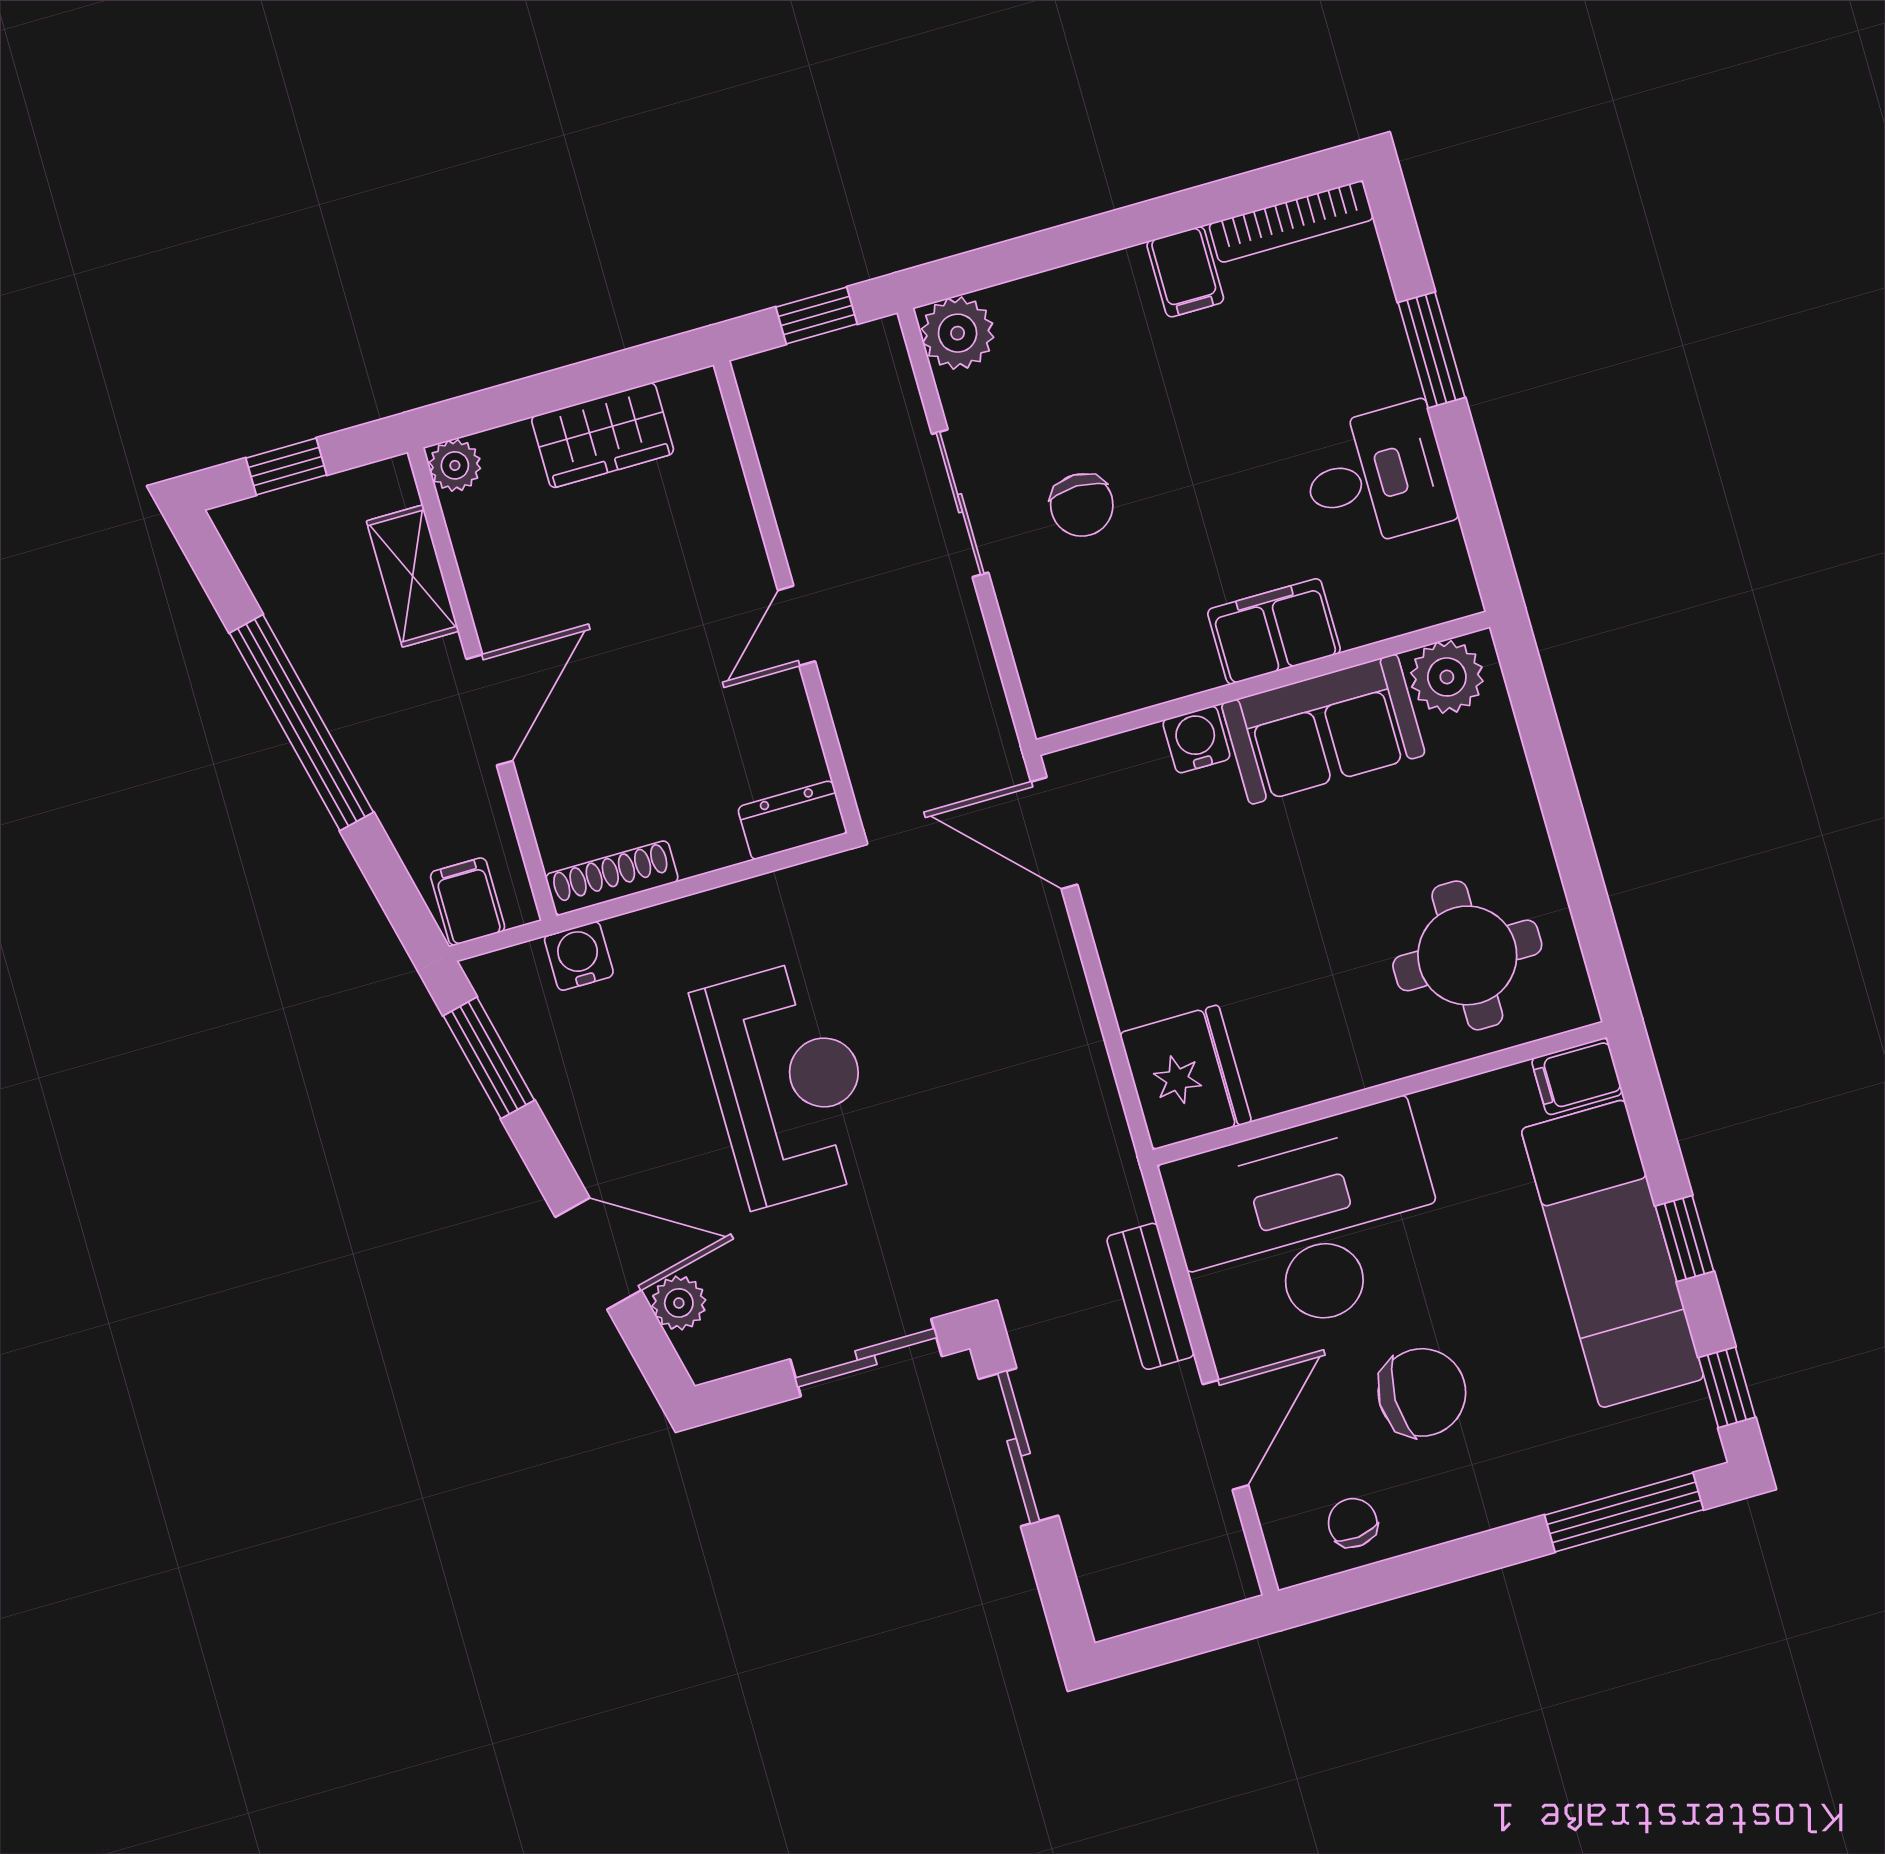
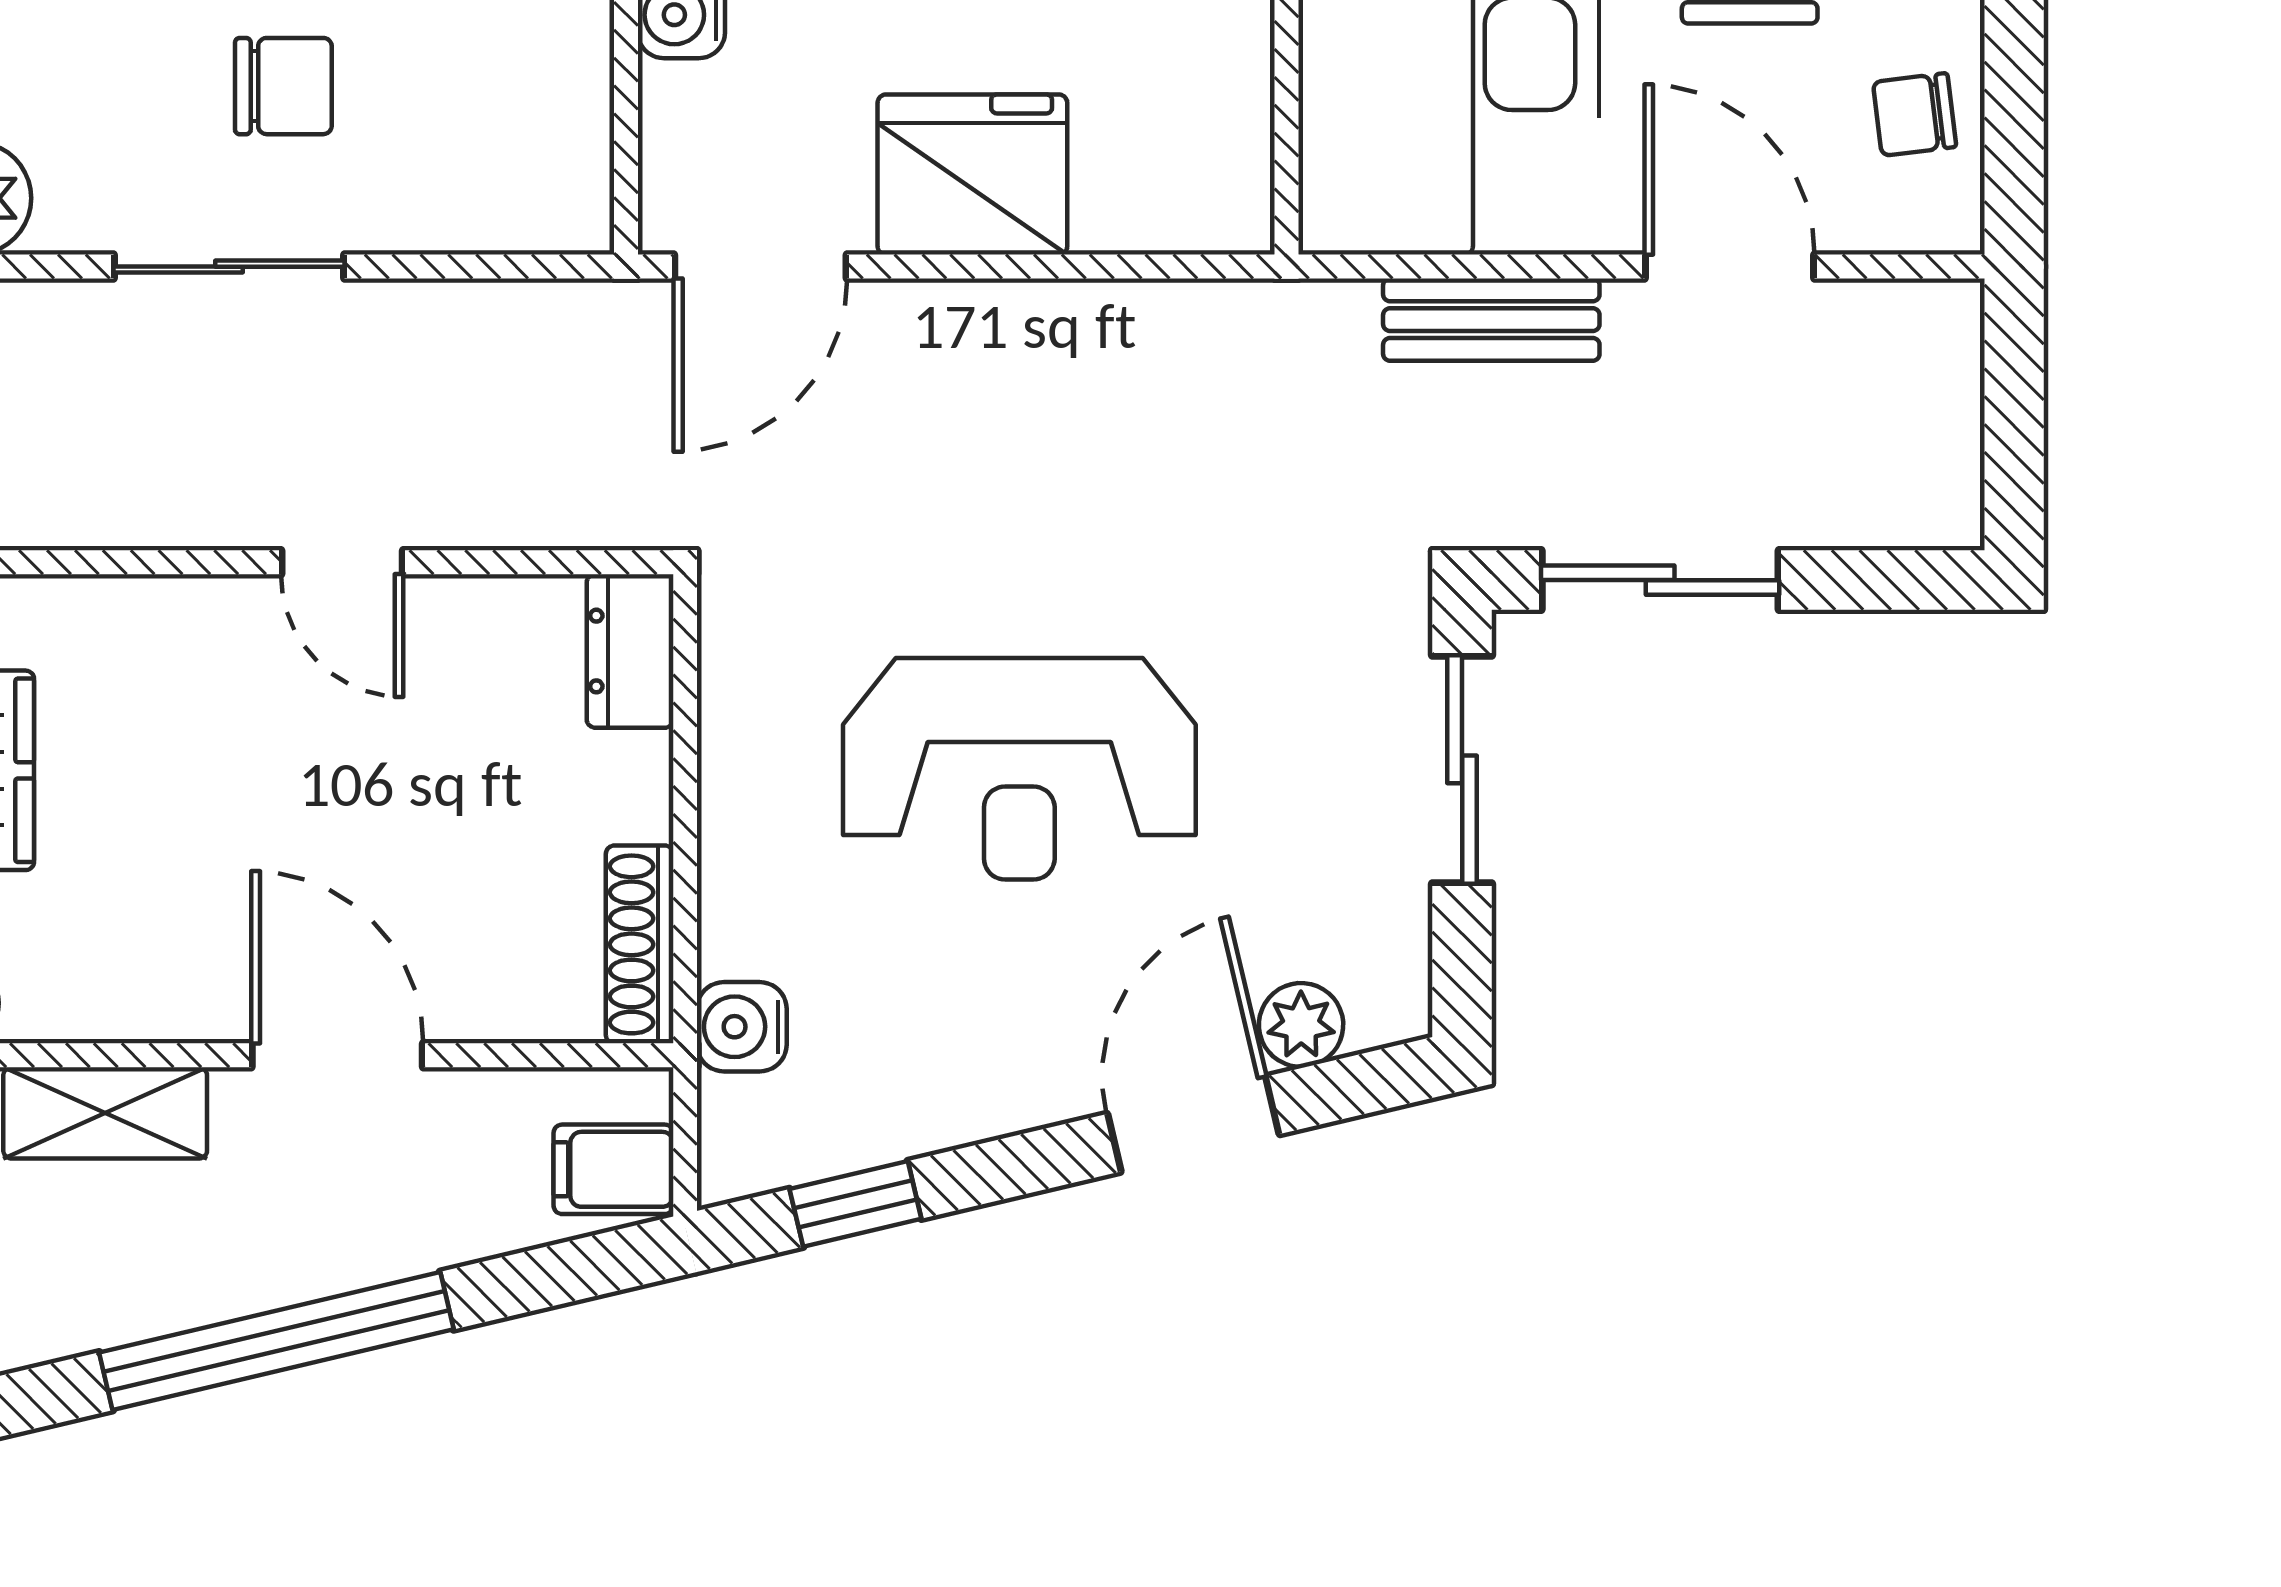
window: (489, 1058) -> (855, 1204), width x0.67
fridge: (1185, 1077) -> (972, 175), moved
reception desk: (788, 1083) -> (1019, 769), turned 180

